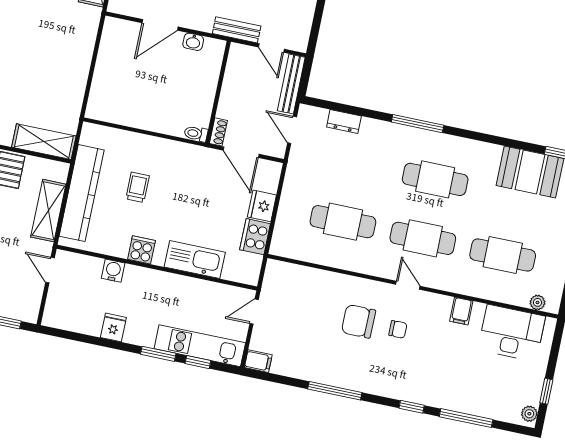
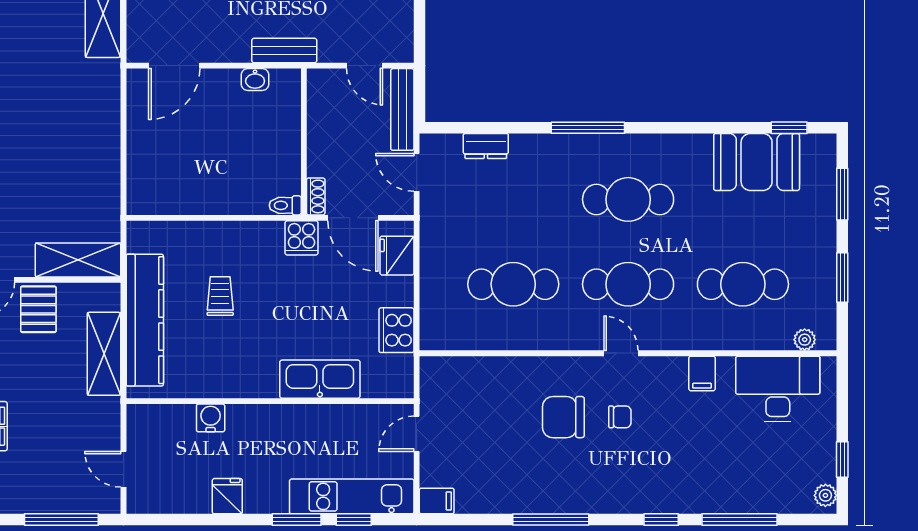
door: (160, 25) -> (174, 66), moved
bench: (237, 30) -> (284, 51), moved
fridge: (262, 206) -> (397, 256), moved
cooker: (142, 250) -> (302, 238), moved, turned 180
door: (50, 270) -> (123, 469), moved

